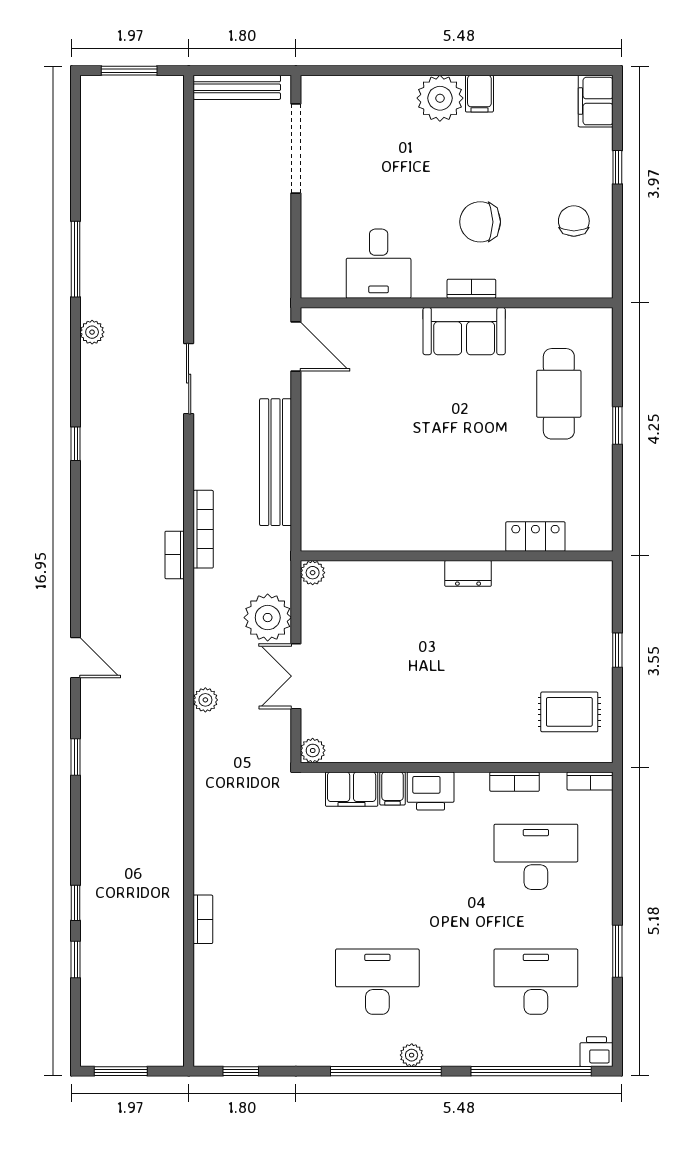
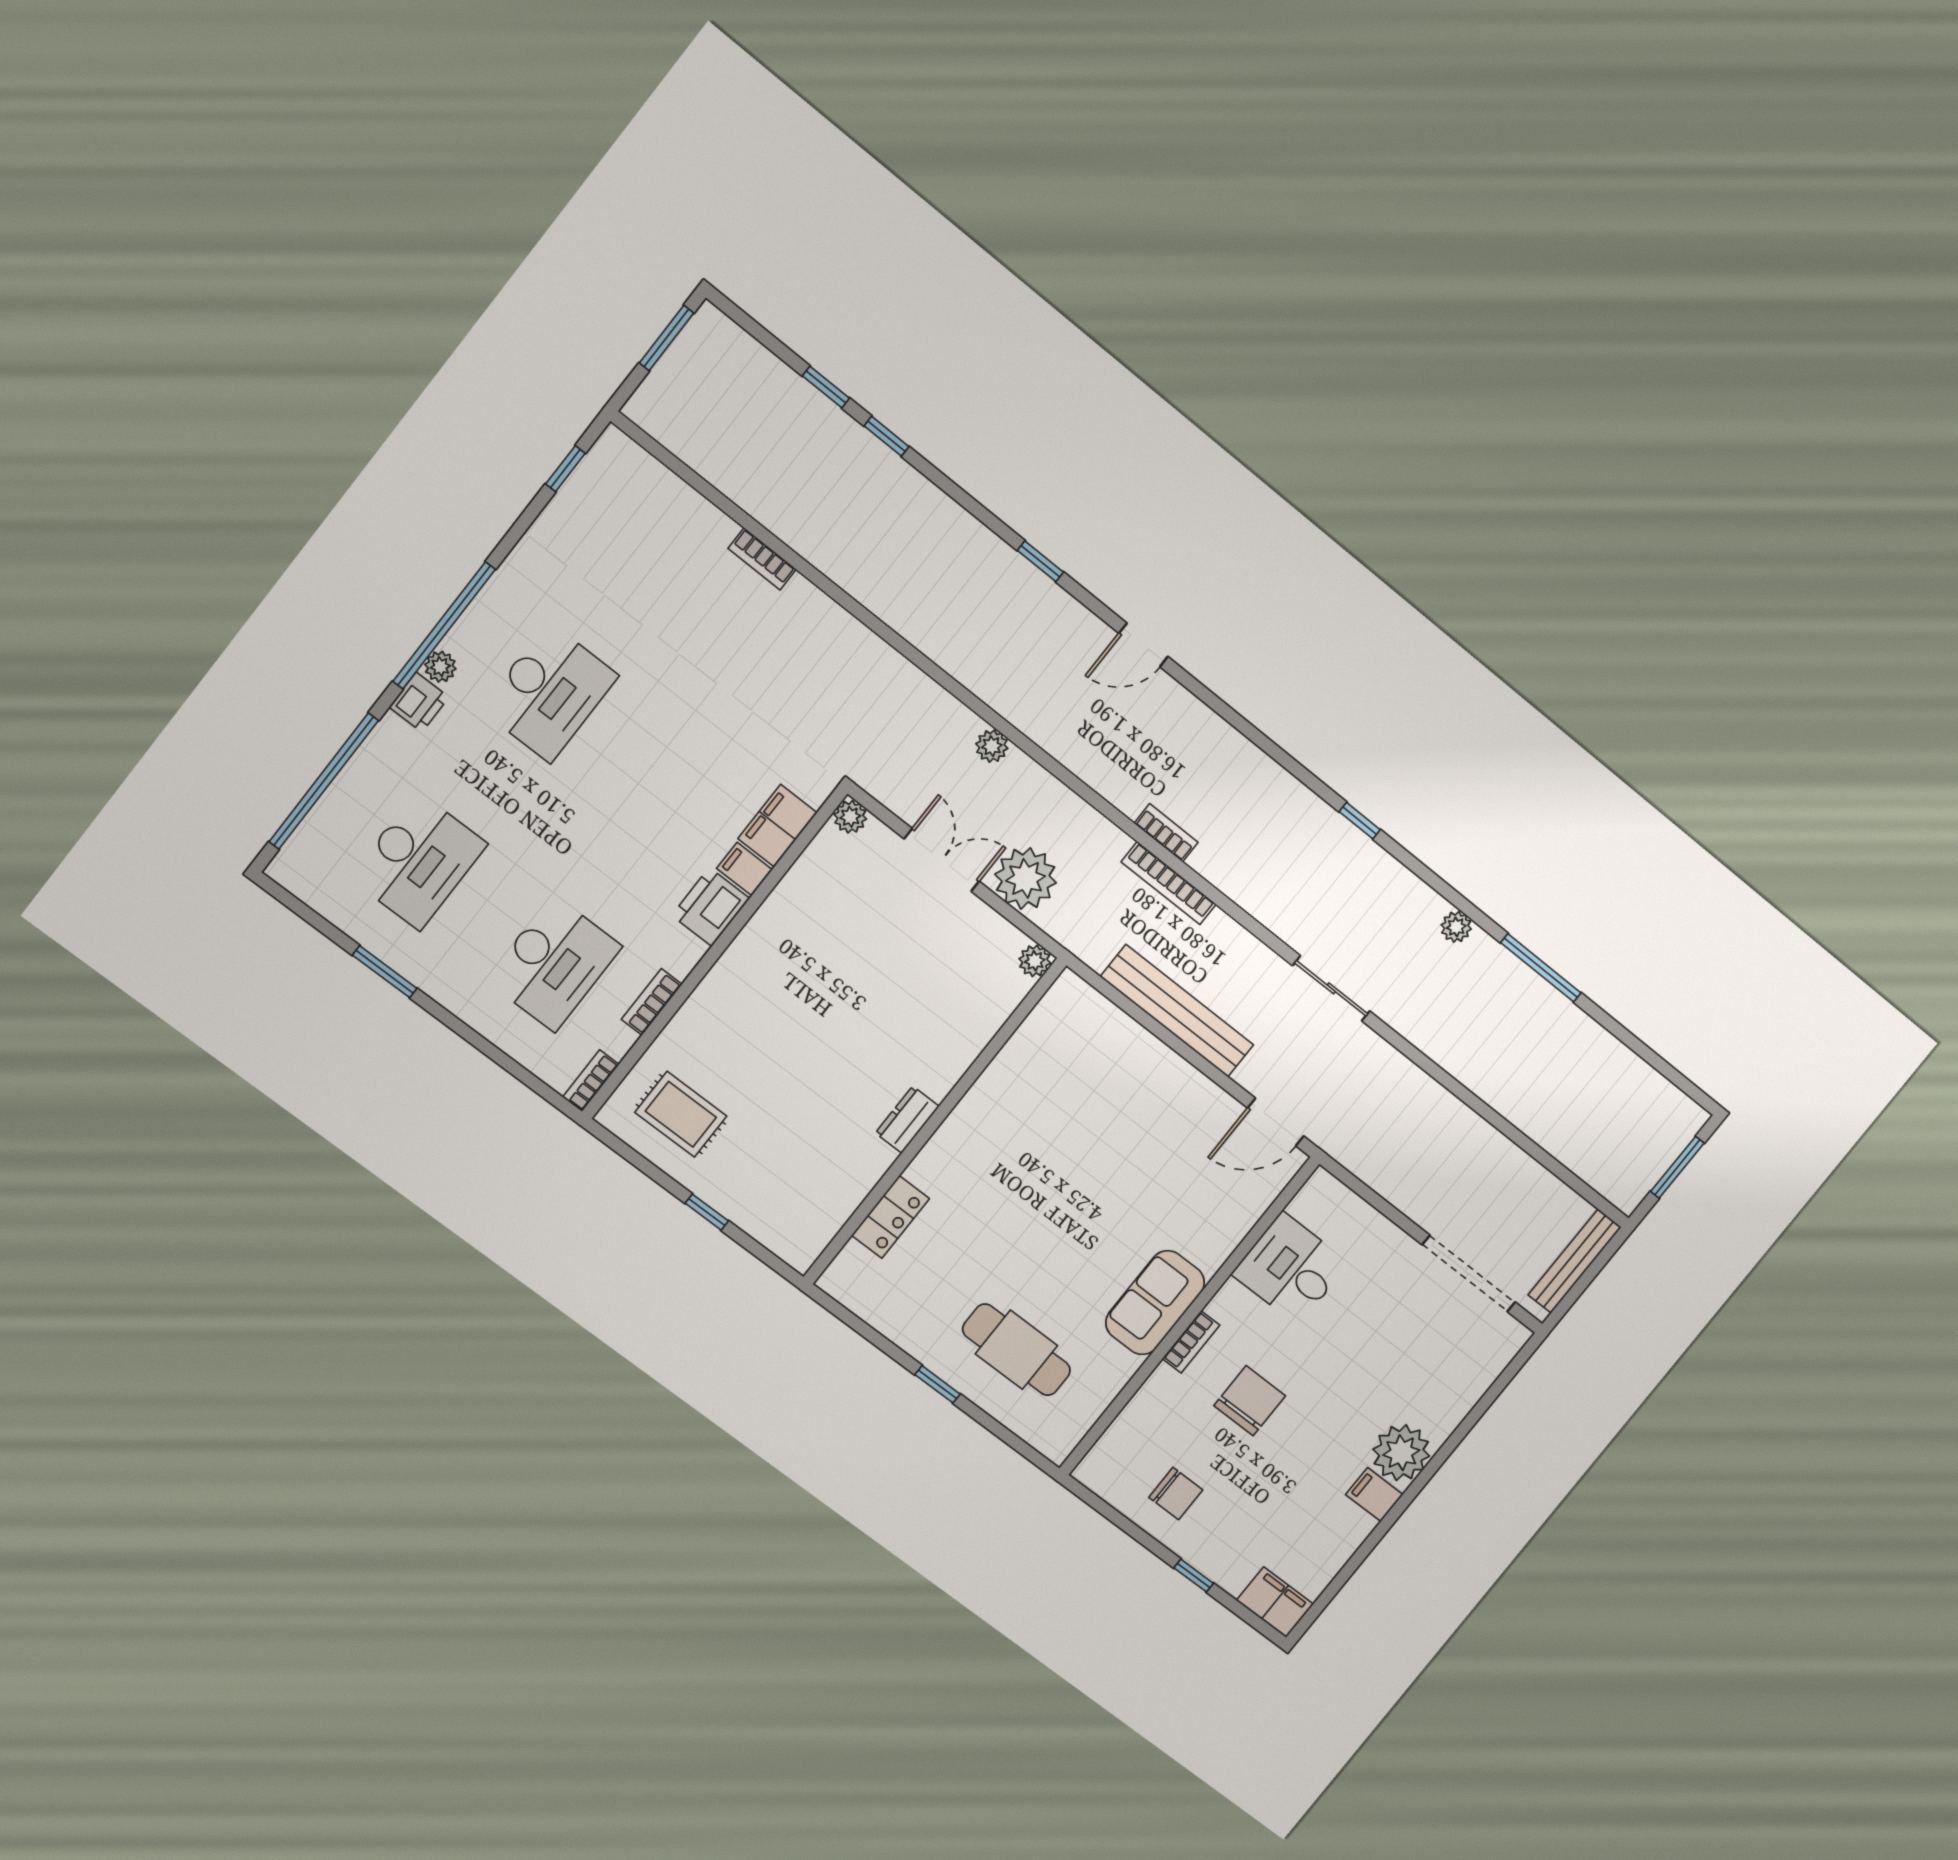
rug: (569, 712) -> (681, 1114), turned 90
printer: (596, 1052) -> (419, 702), moved

